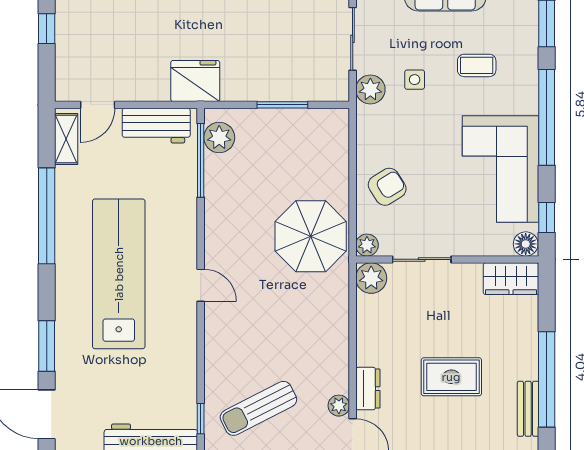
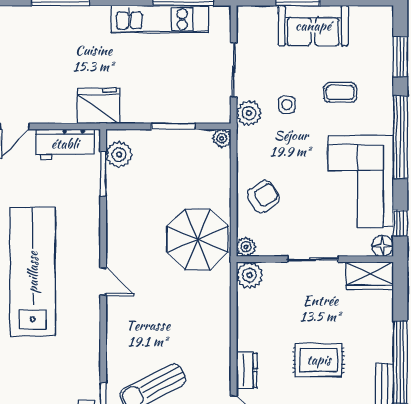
window: (201, 160) -> (103, 174), width x0.69
sliding door: (422, 259) -> (313, 259), moved
plant: (339, 406) -> (222, 138), moved

